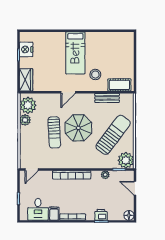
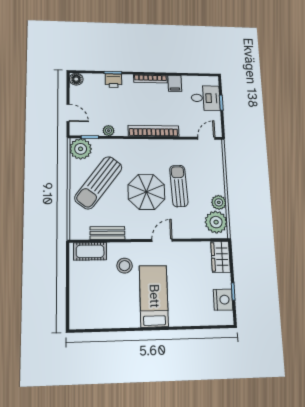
desk: (38, 209) -> (206, 98), moved, turned 90

